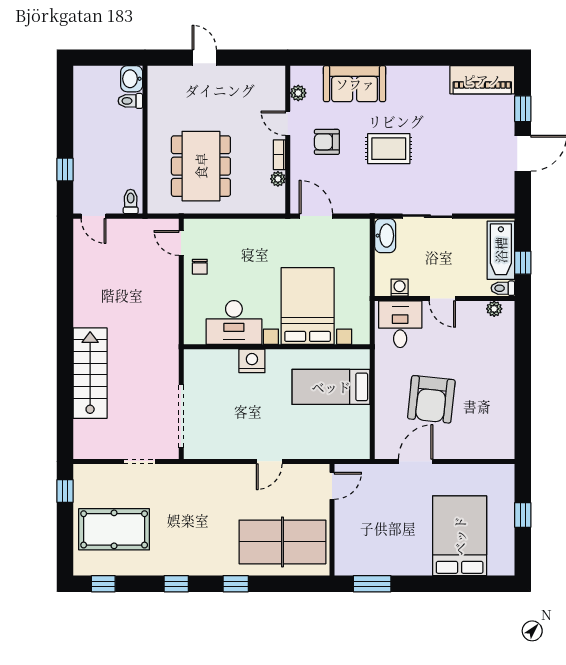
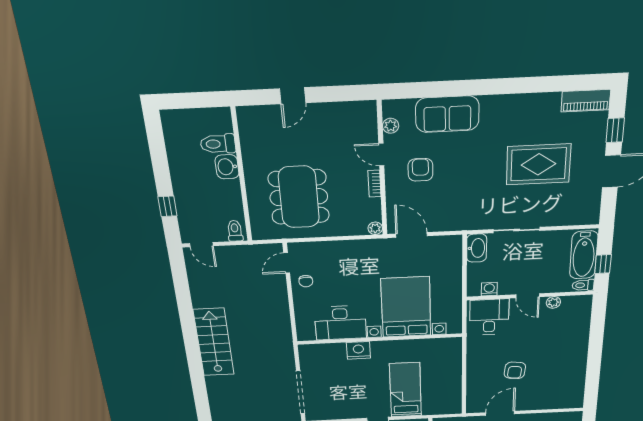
door: (204, 58) -> (293, 96), swing flipped
washbasin: (132, 79) -> (227, 167), moved
piano: (482, 80) -> (586, 101), width x0.73, depth x0.75
toilet: (130, 101) -> (218, 144), width x1.37, depth x1.39
armchair: (327, 142) -> (420, 170), turned 90
rug: (389, 149) -> (538, 164), moved, width x1.36, depth x1.43
plant: (278, 179) -> (375, 228), moved
door: (181, 243) -> (287, 263), hinge flipped
plant: (494, 309) -> (553, 302), moved
stairs: (90, 373) -> (214, 342), moved
bed: (331, 387) -> (405, 390), moved, turned 90
armchair: (431, 399) -> (515, 370), width x0.53, depth x0.53

